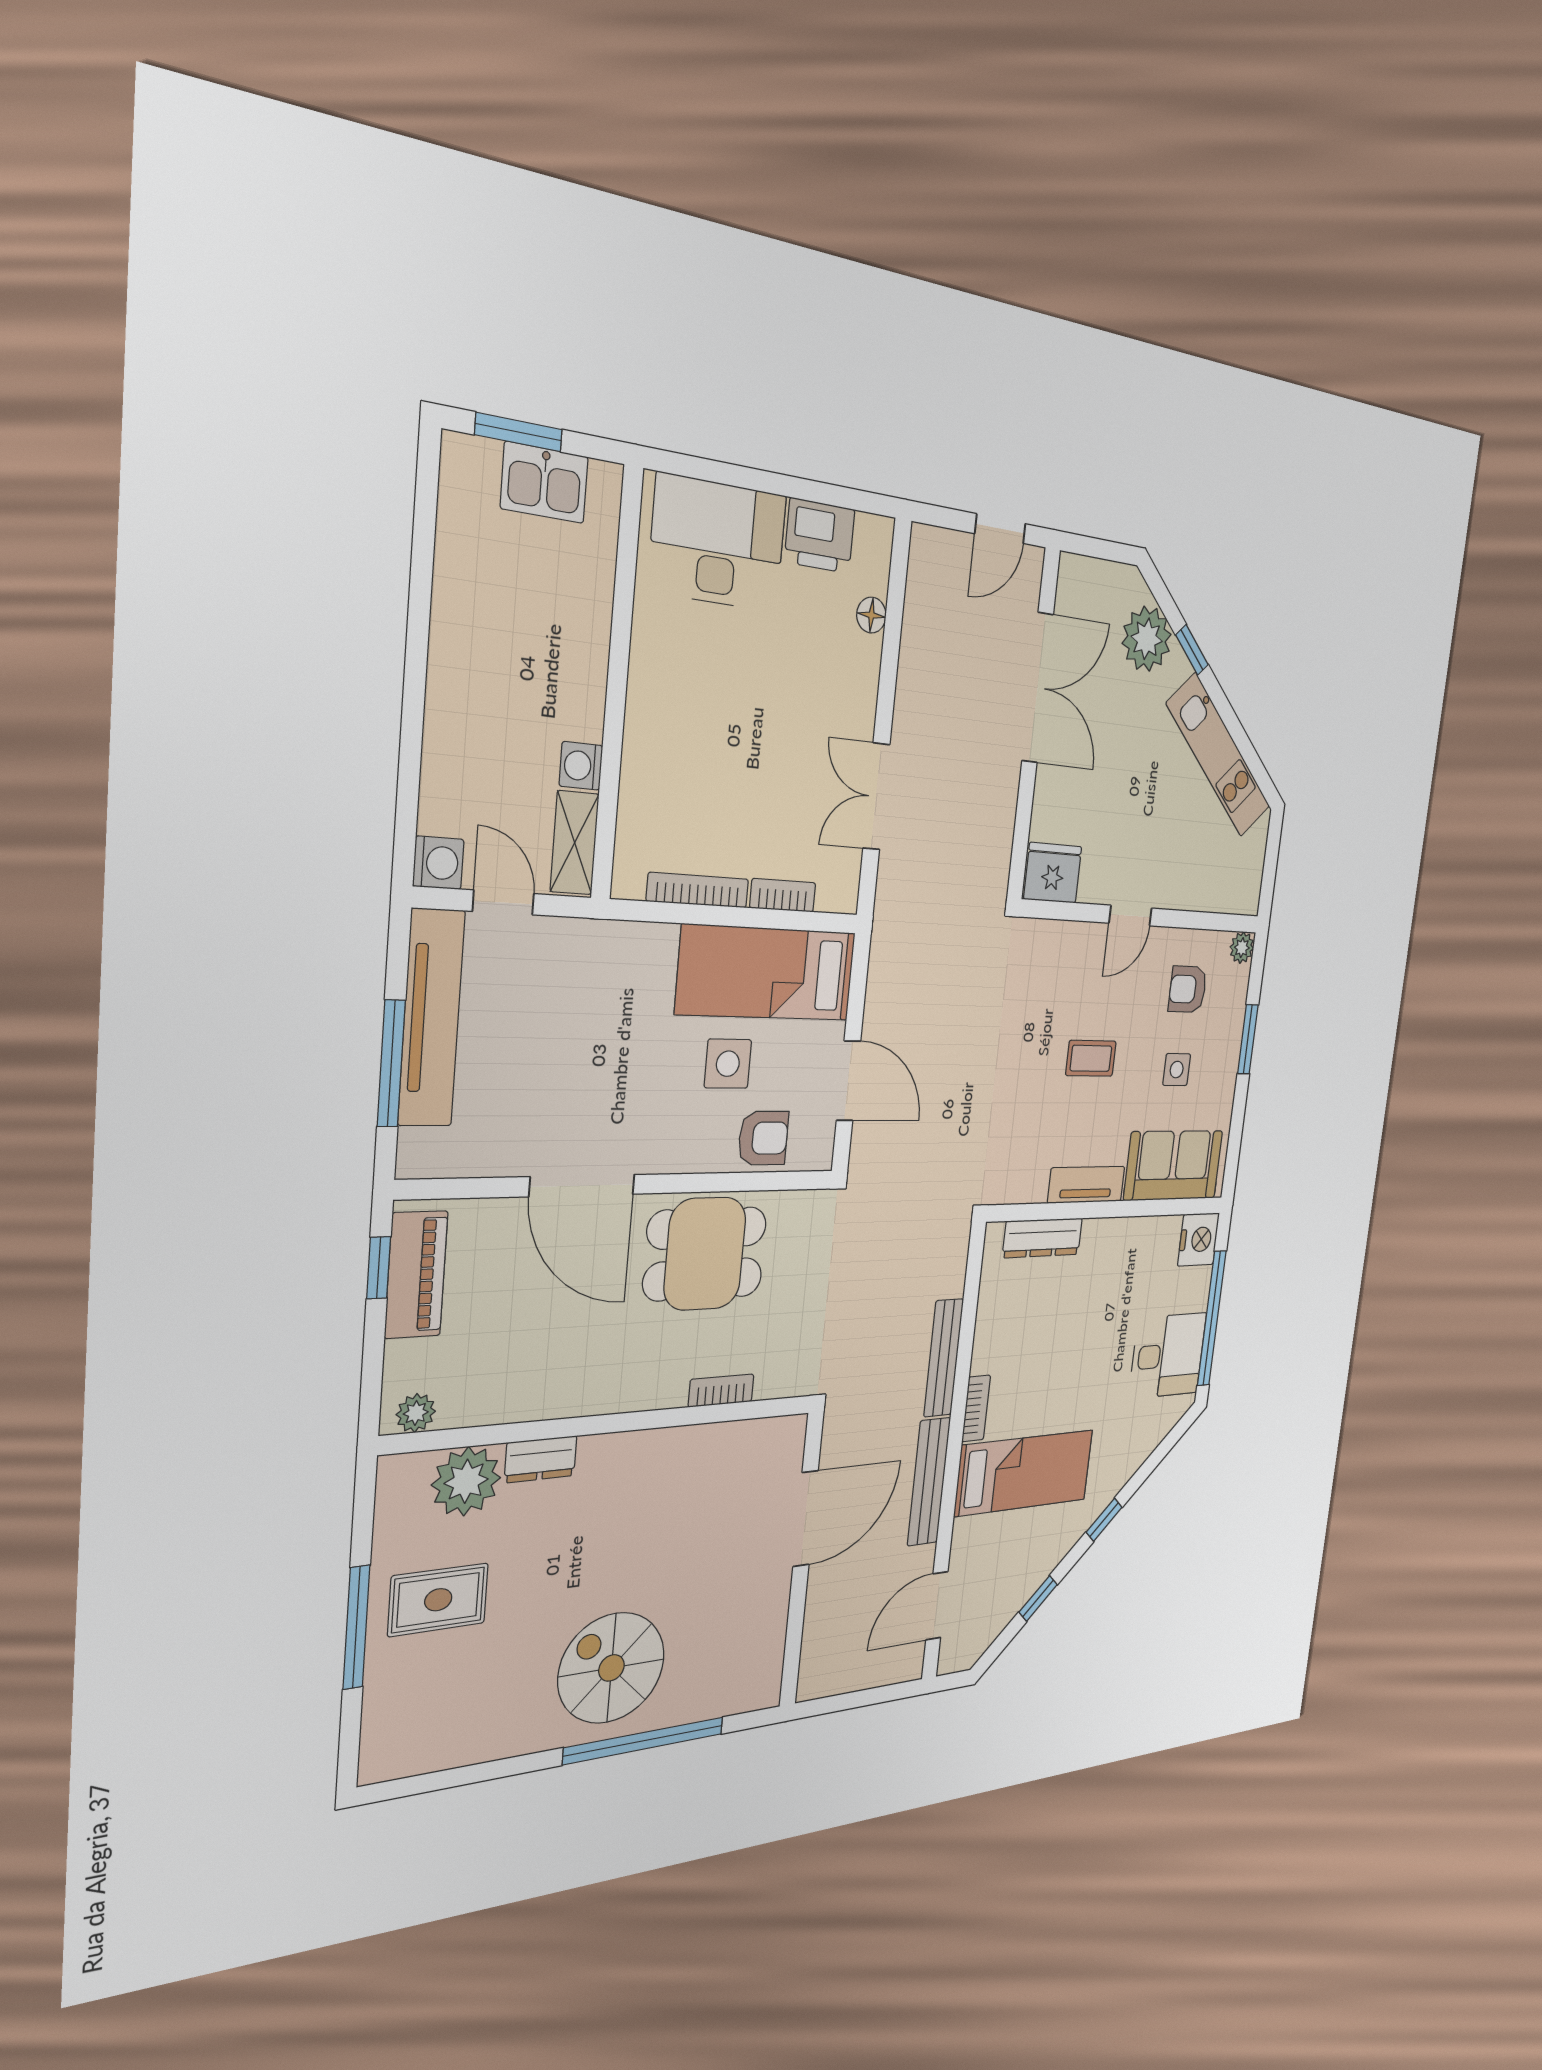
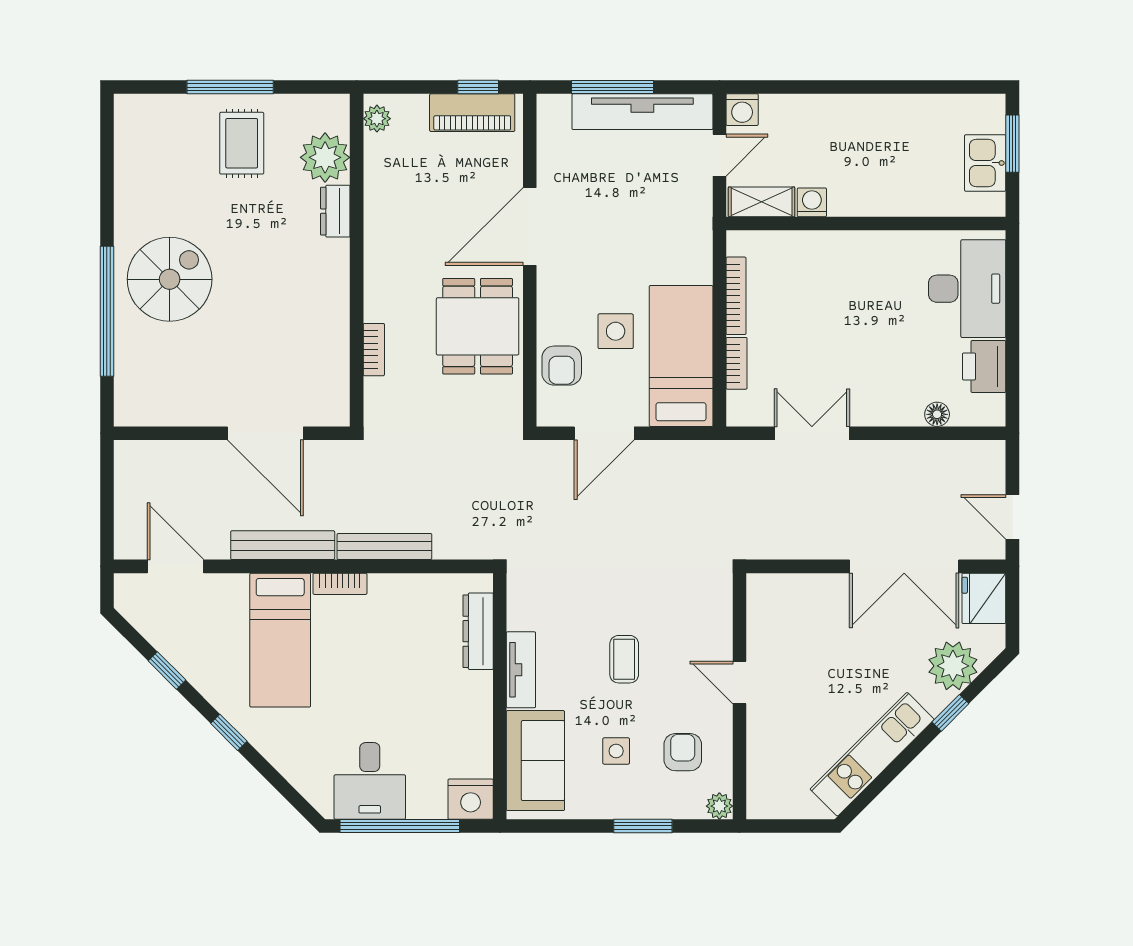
fridge: (1053, 873) -> (984, 598), moved, turned 180

